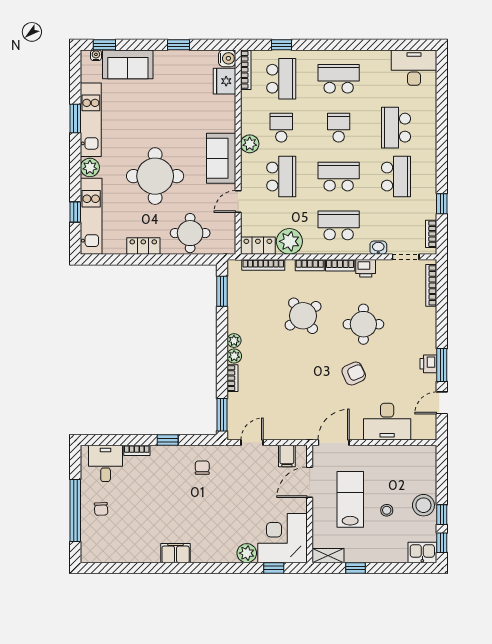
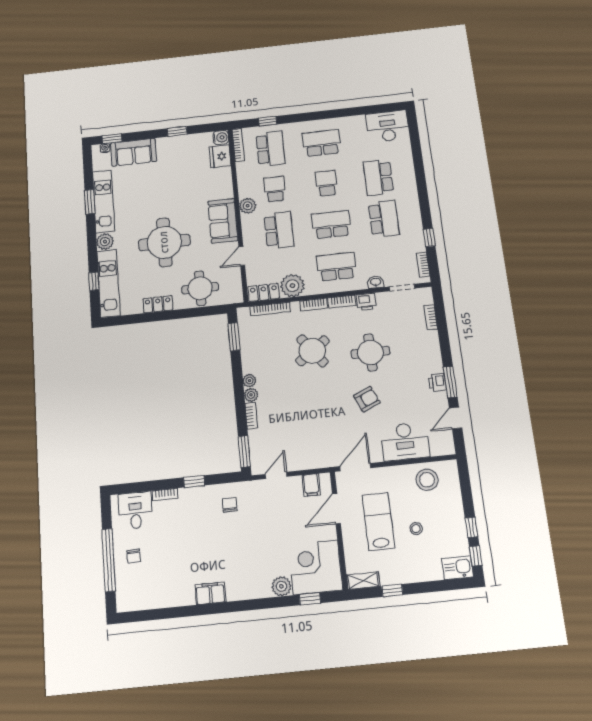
bookcase: (431, 285) -> (431, 317), width x0.64
stool: (423, 505) -> (427, 480), moved

